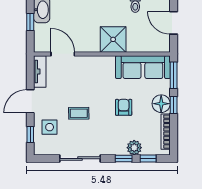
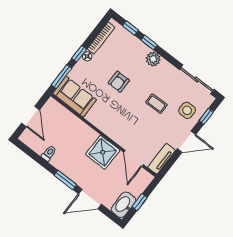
shower: (113, 39) -> (103, 152), moved
sofa: (143, 67) -> (75, 97), width x0.73
floor lamp: (161, 104) -> (87, 56), width x0.53, depth x0.53
plant: (134, 148) -> (153, 59), moved
sliding door: (80, 159) -> (197, 79), moved

